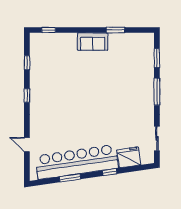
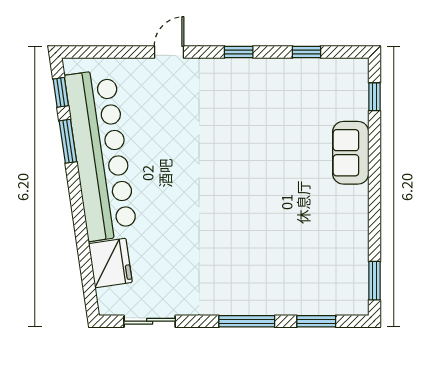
window: (115, 30) -> (374, 281), moved
sofa: (93, 41) -> (351, 153), moved
door: (27, 145) -> (169, 52), moved
window: (110, 172) -> (61, 92), moved

